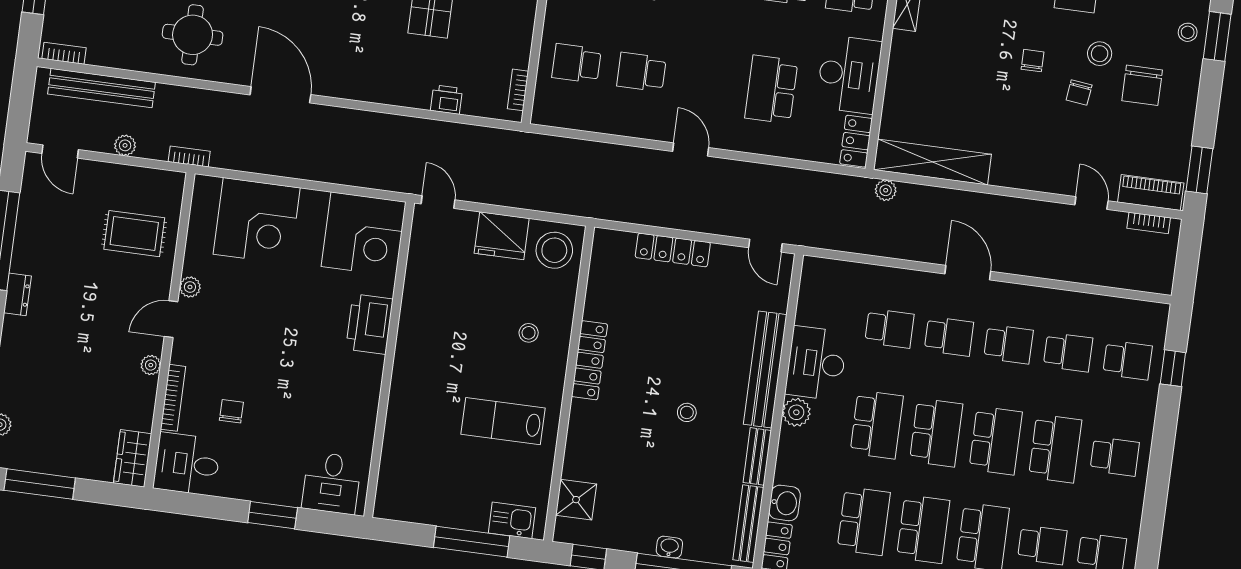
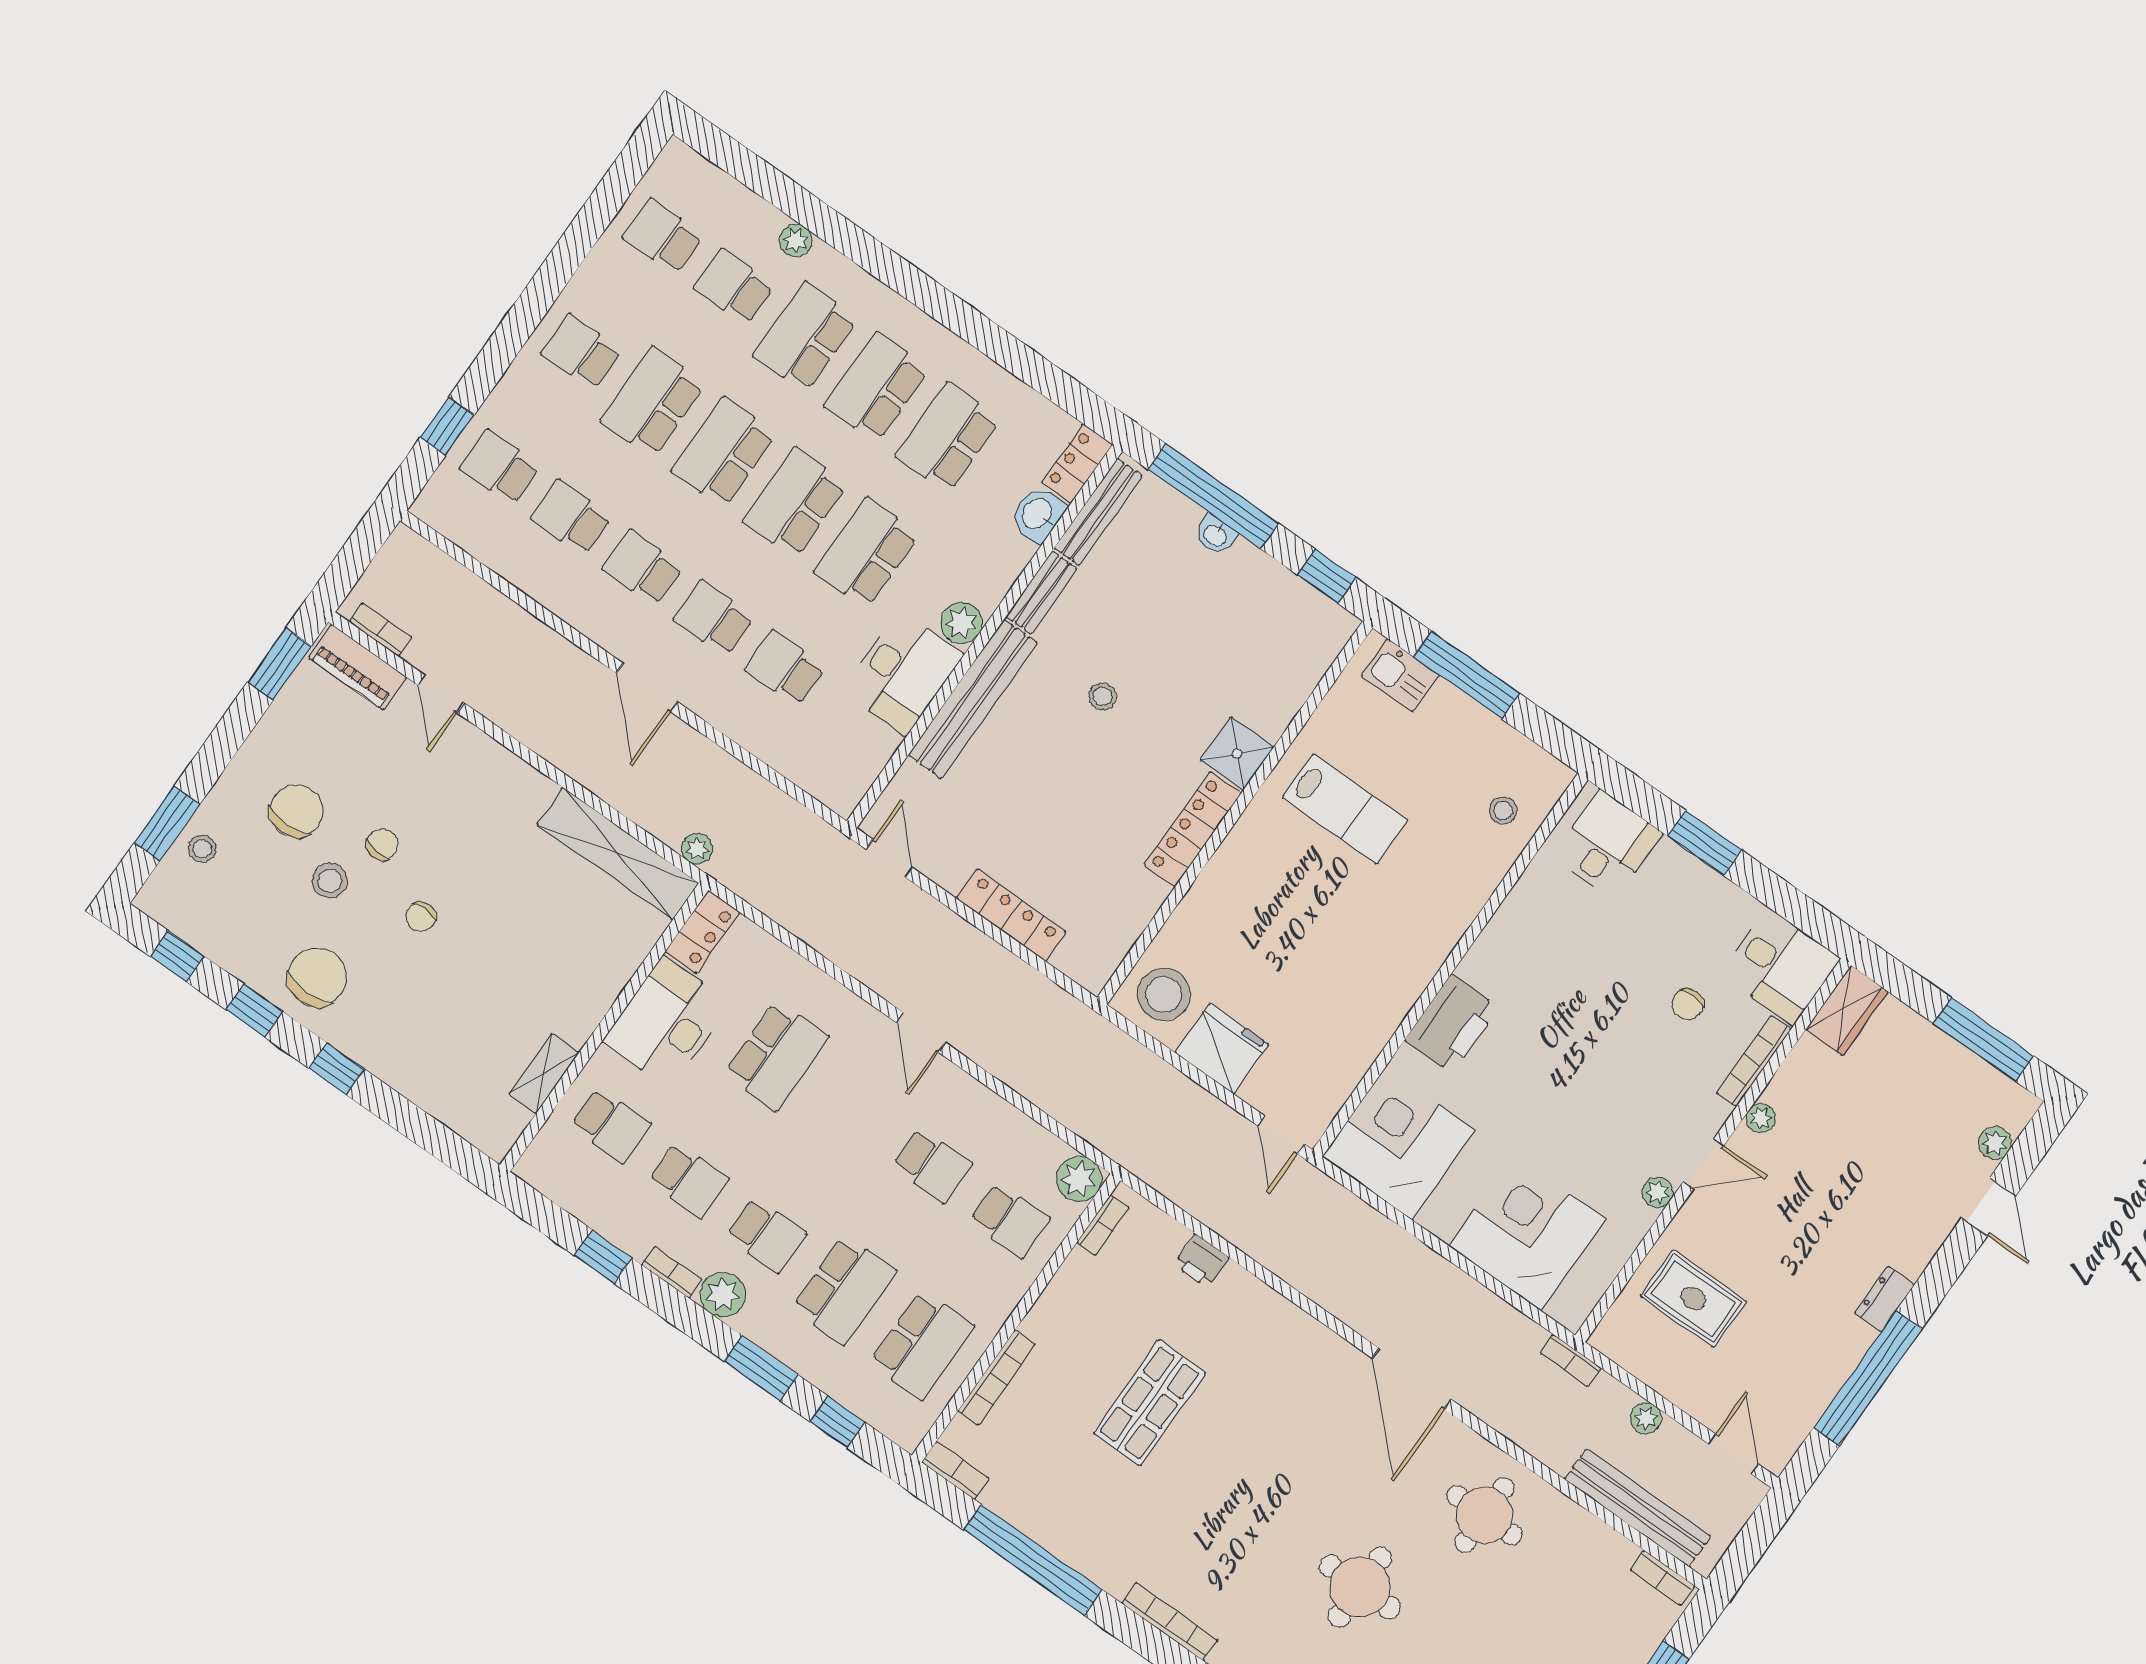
plant: (547, 111) -> (1079, 1179), added
stool: (529, 333) -> (1503, 811), moved
shower: (576, 500) -> (1237, 754), moved

